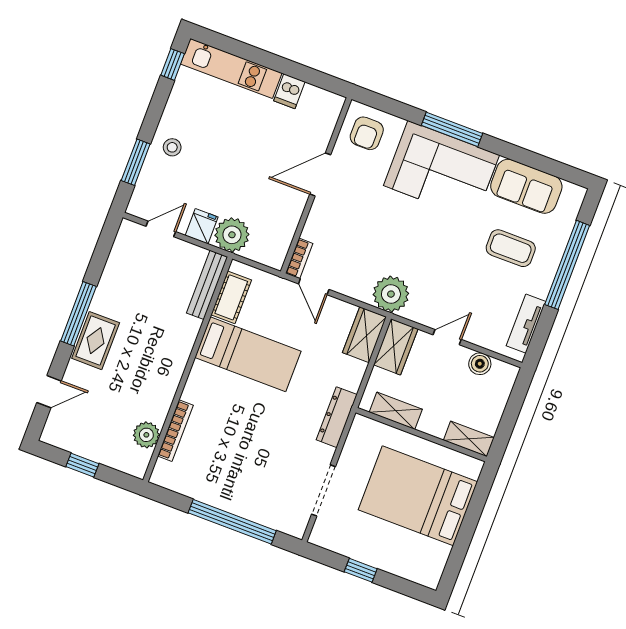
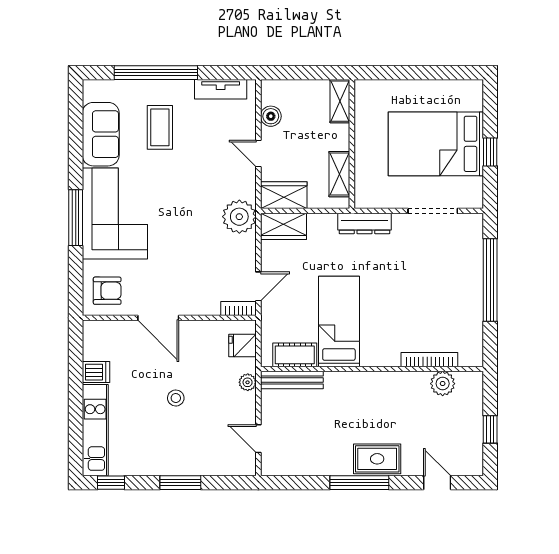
stool: (172, 147) -> (176, 398), moved
window: (136, 162) -> (180, 483), moved
fridge: (202, 226) -> (243, 346), moved
plant: (232, 235) -> (248, 382), width x0.53, depth x0.53
bed: (418, 496) -> (436, 144), moved, turned 90

